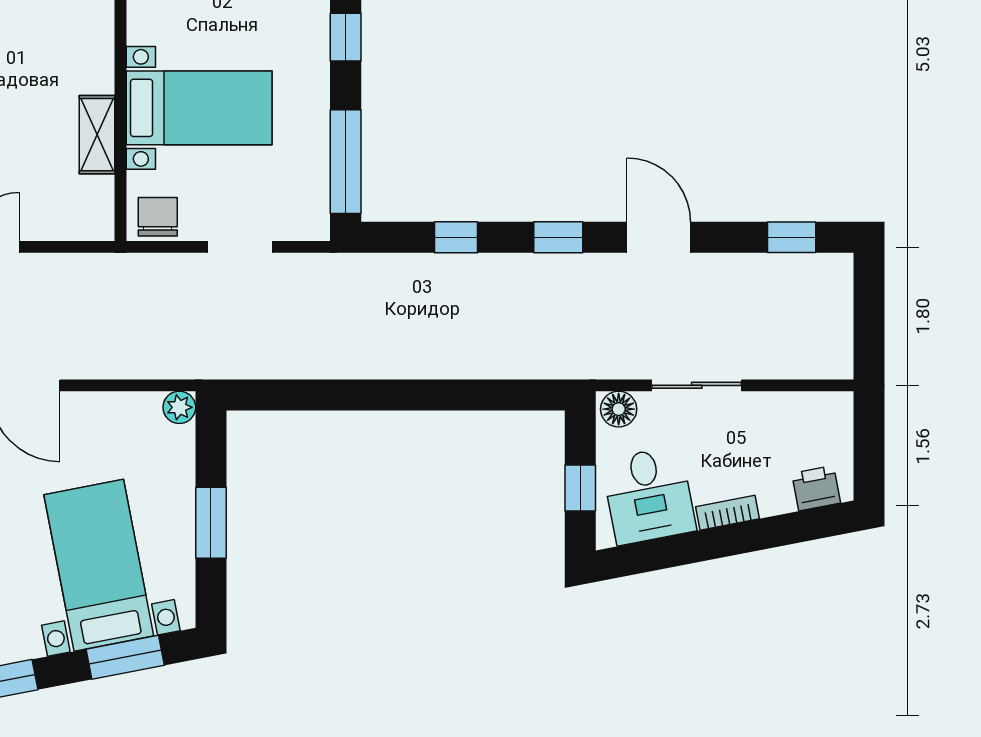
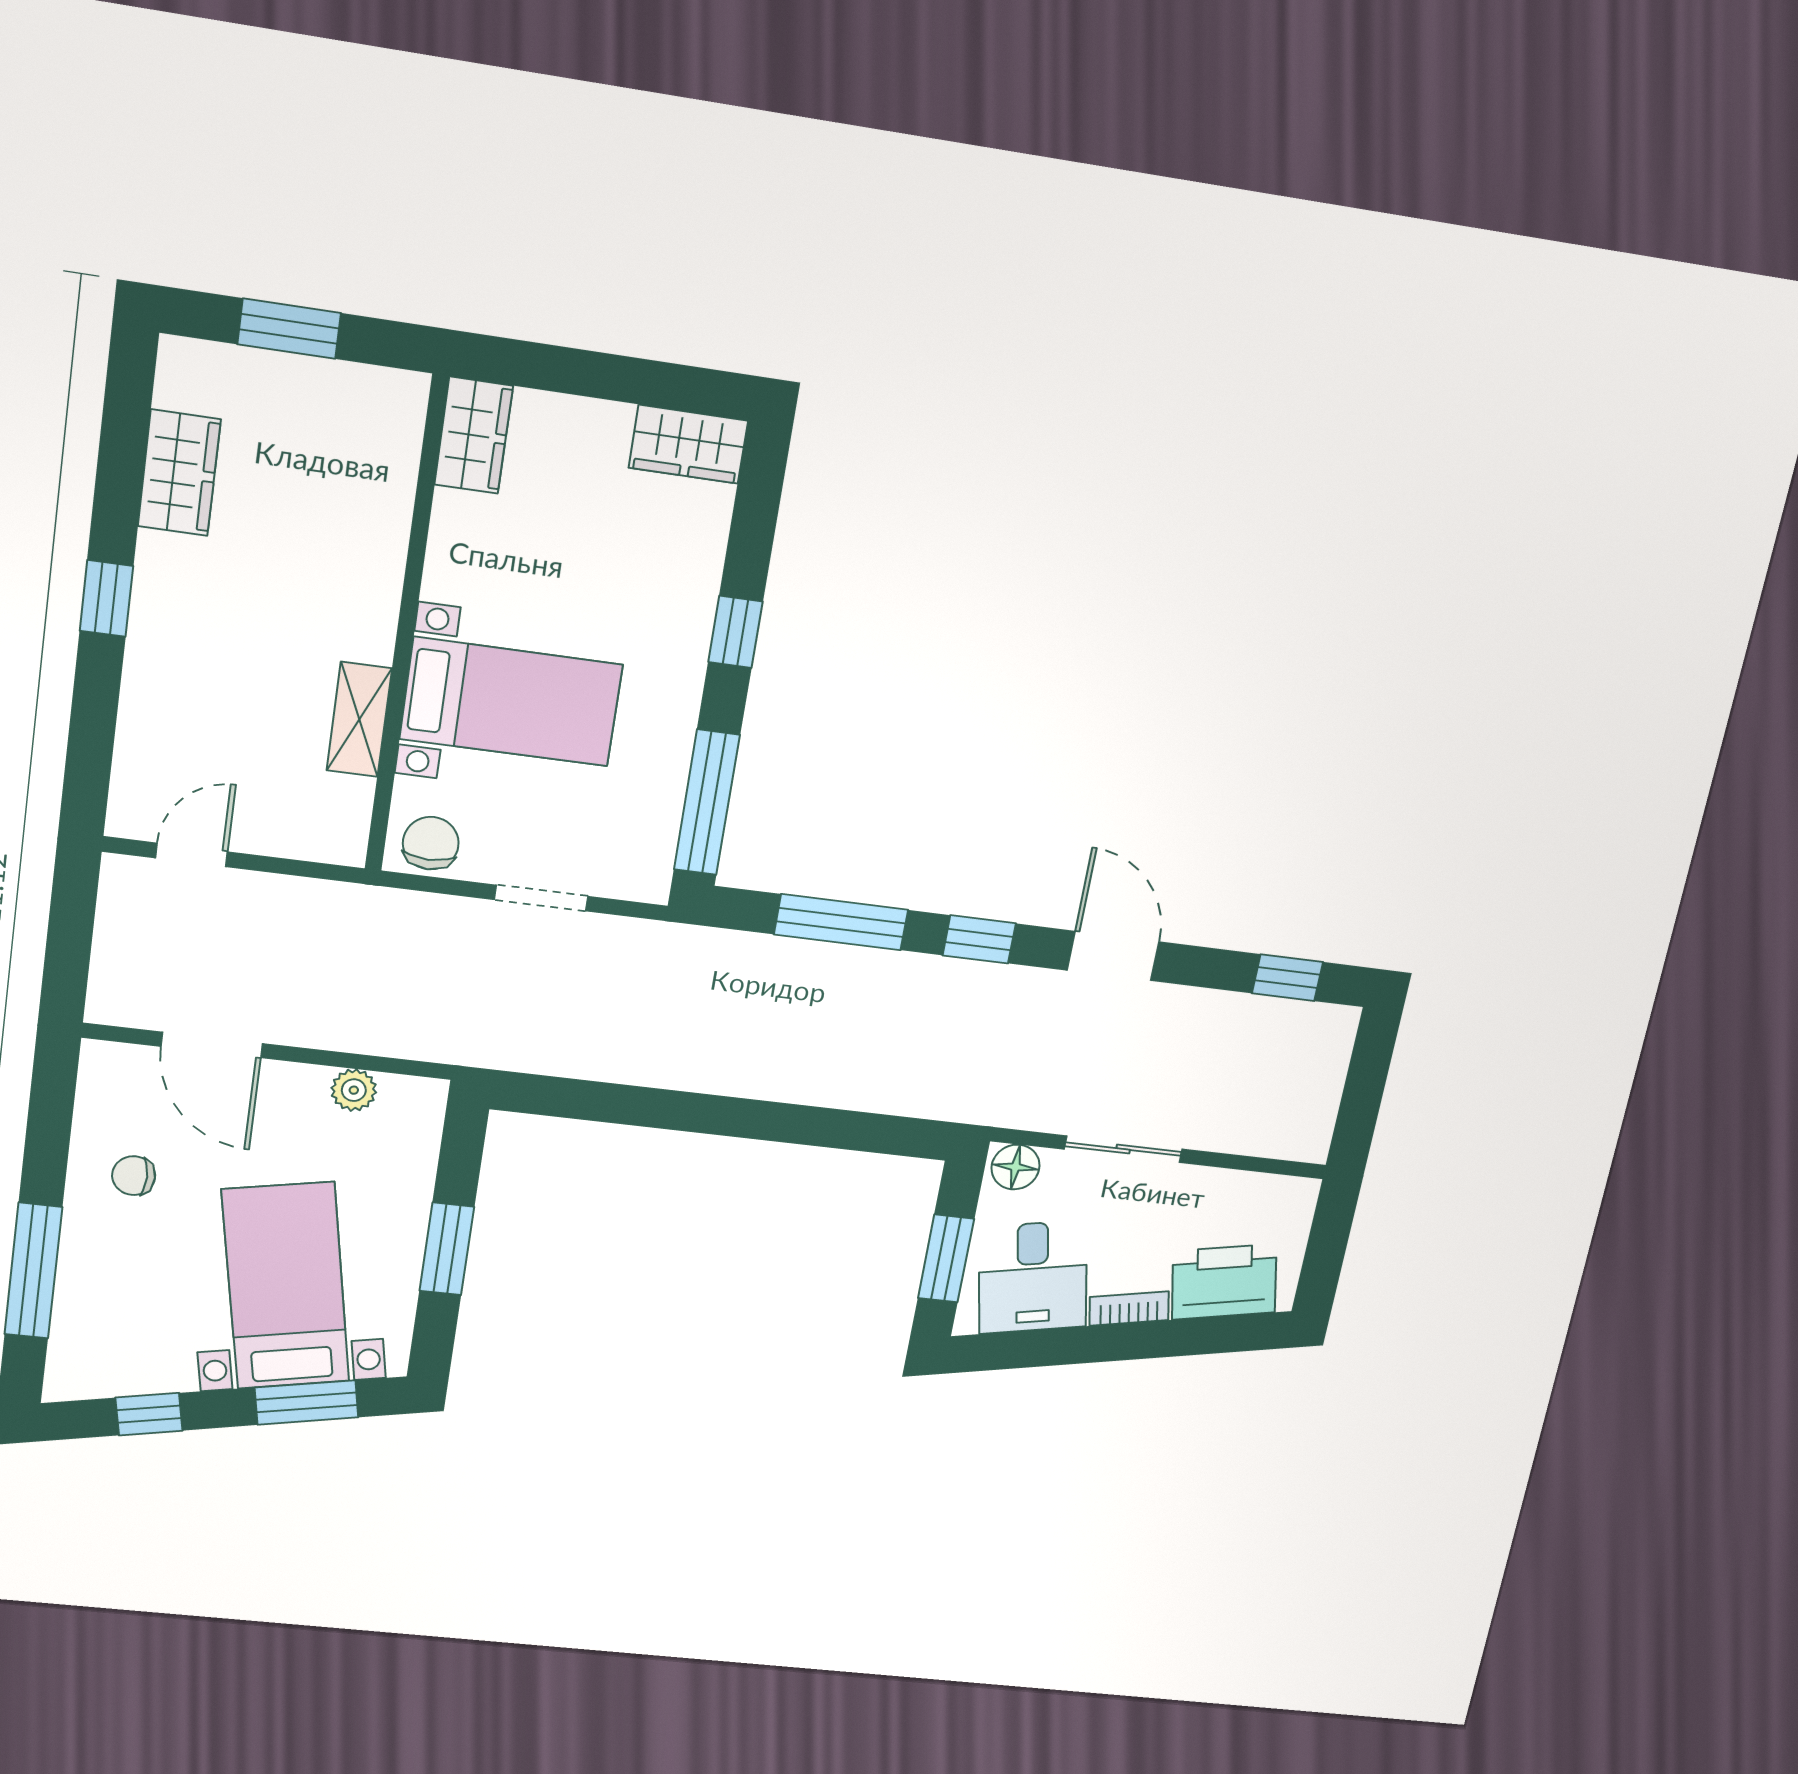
window: (456, 237) -> (841, 922), width x2.17
plant: (179, 407) -> (354, 1090), moved
window: (580, 488) -> (946, 1258), width x1.50
printer: (816, 488) -> (1224, 1282), width x1.87, depth x1.48

